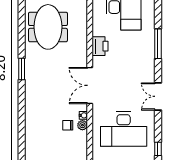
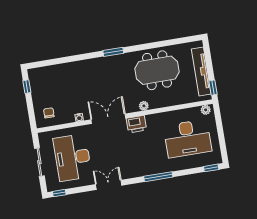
printer: (100, 46) -> (136, 124), moved
chair: (68, 125) -> (49, 113), moved
plant: (82, 125) -> (144, 106), moved

